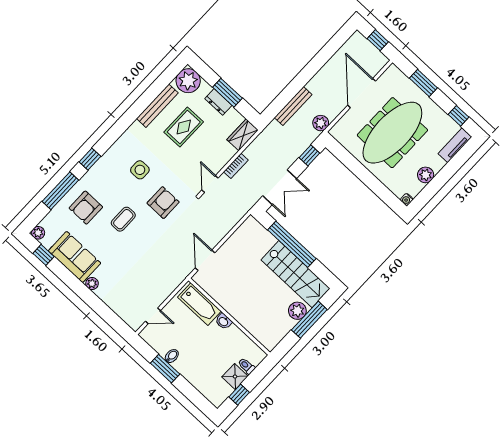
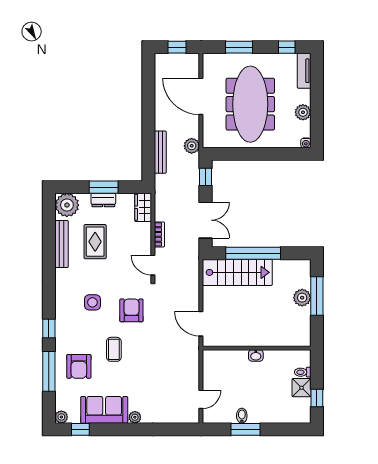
stairs: (296, 274) -> (237, 272), moved
bathtub: (199, 304) -> (227, 359), removed

